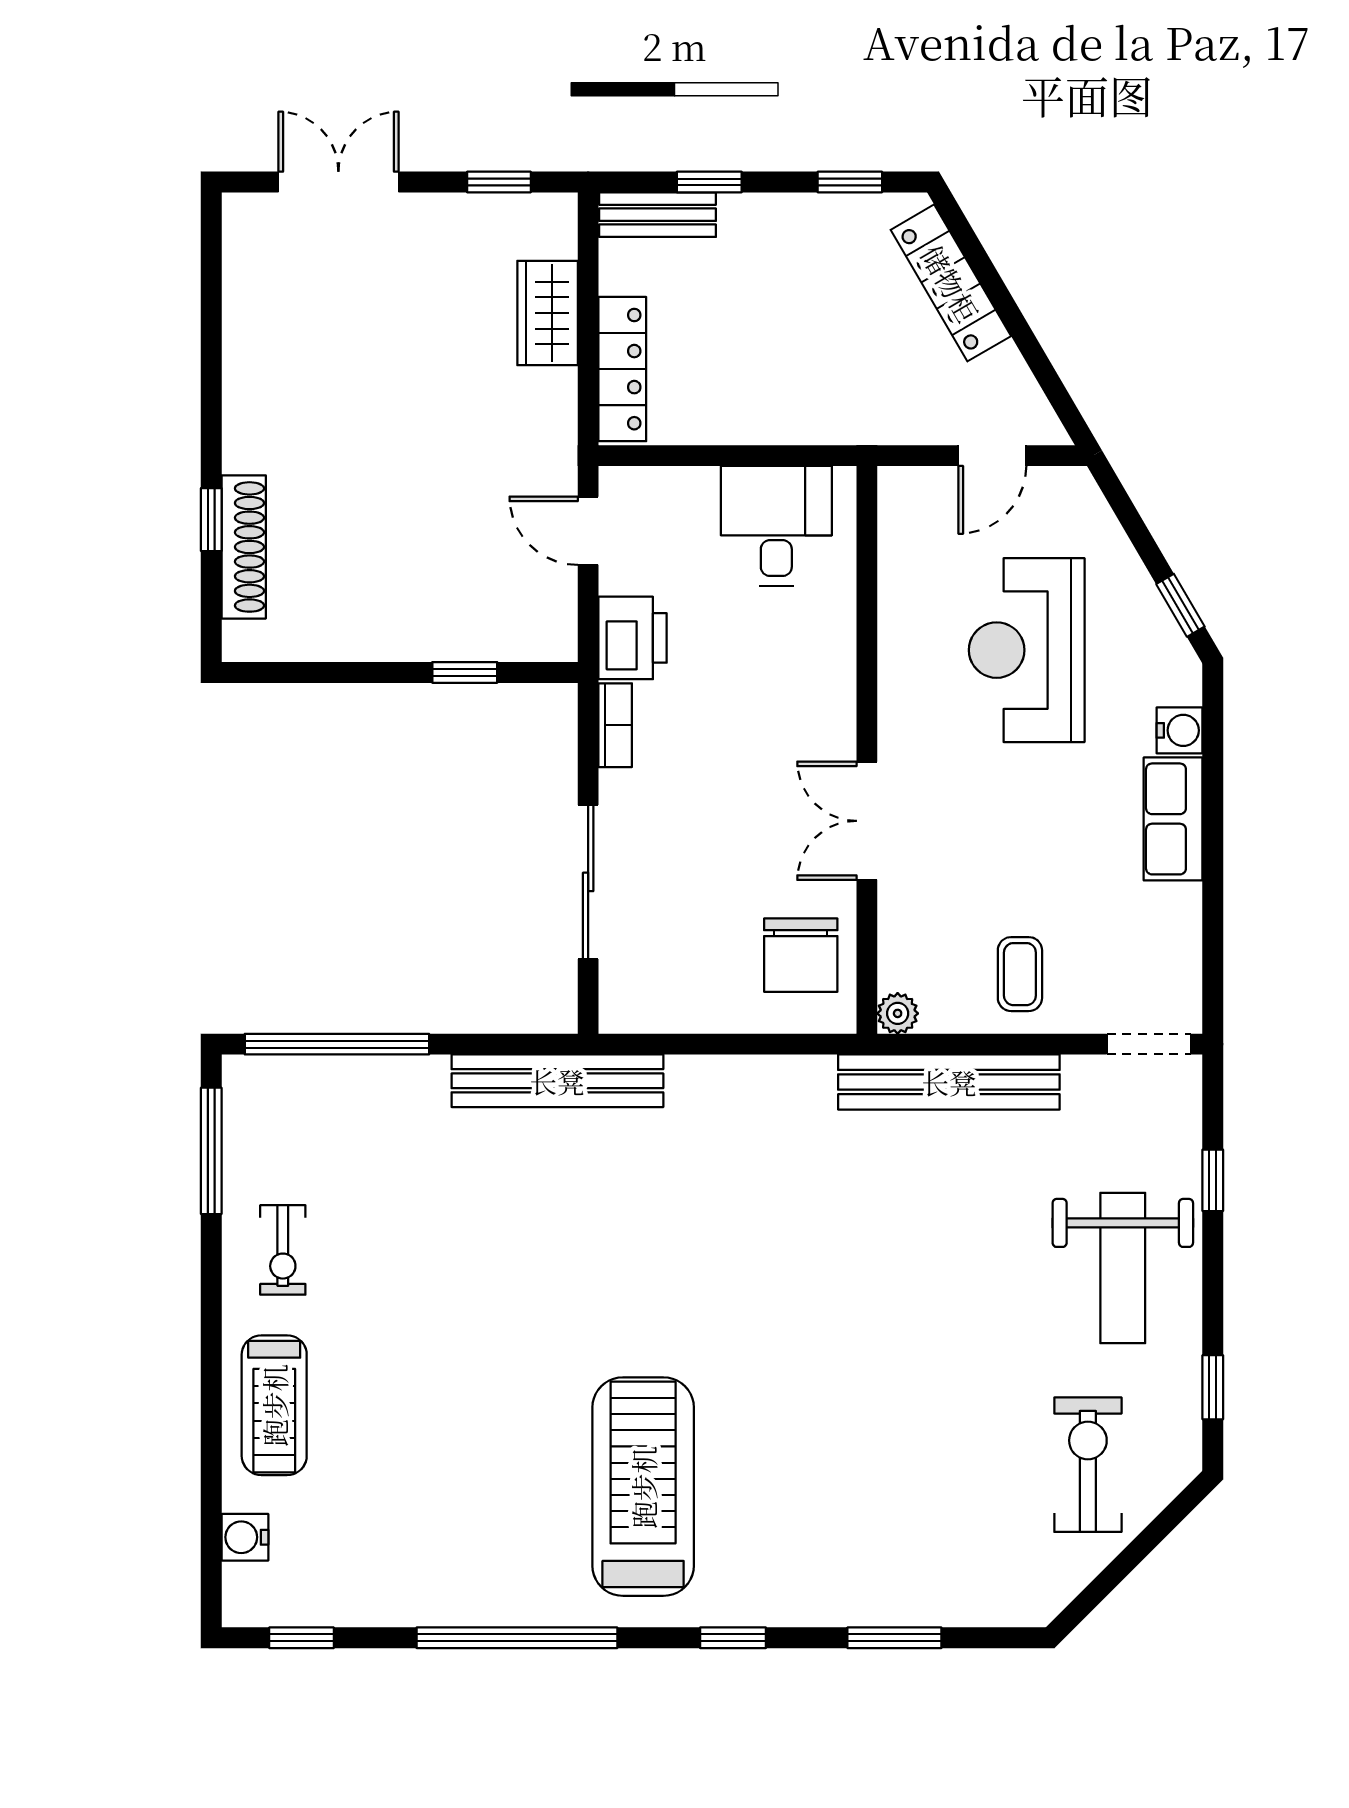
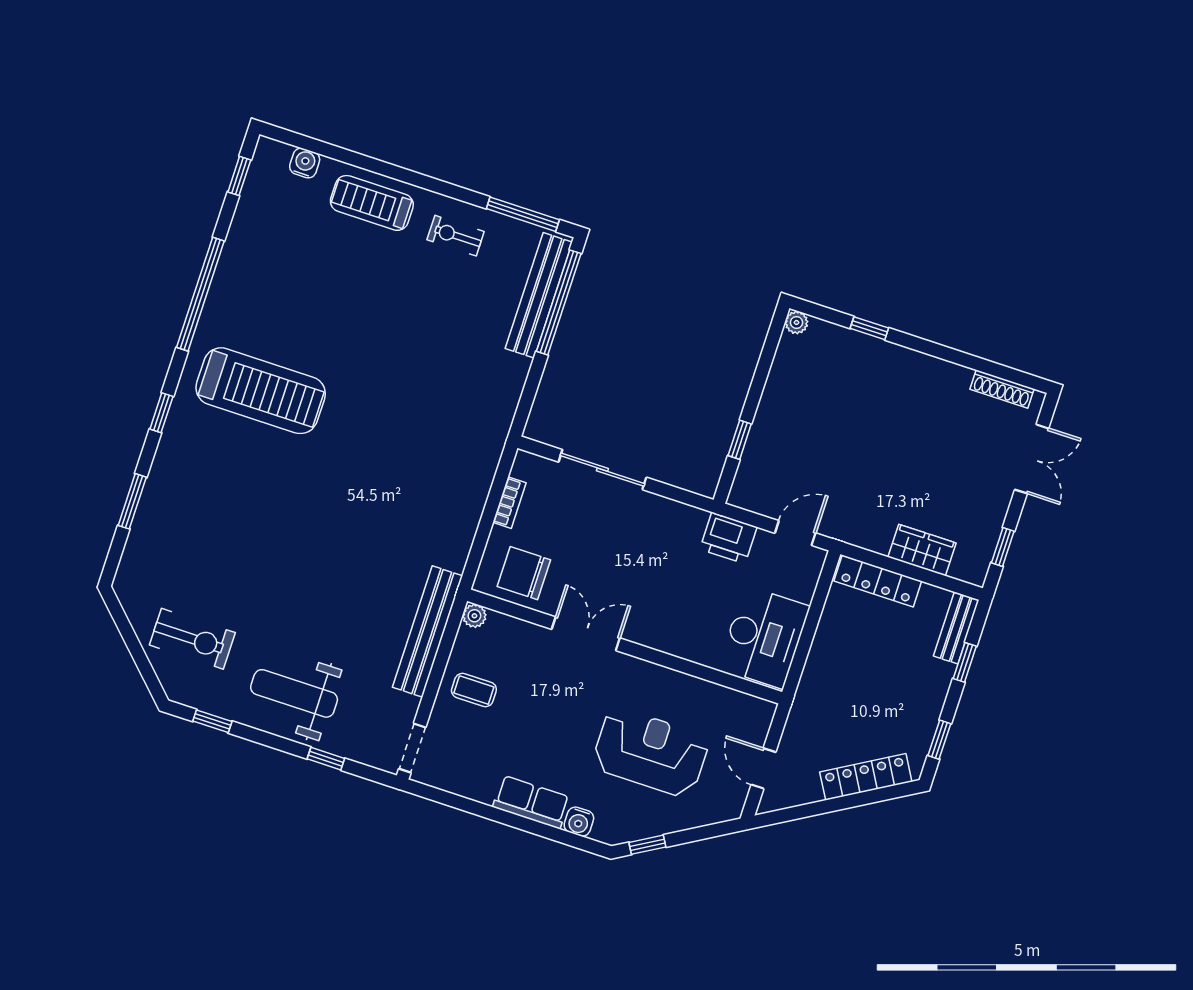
desk: (776, 526) -> (764, 637), width x1.37
shoe rack: (244, 547) -> (1002, 389), moved, width x0.74, depth x0.81
plant: (241, 642) -> (796, 322), added
bookcase: (615, 725) -> (509, 503), moved, turned -90
bench: (557, 1081) -> (539, 295), moved

